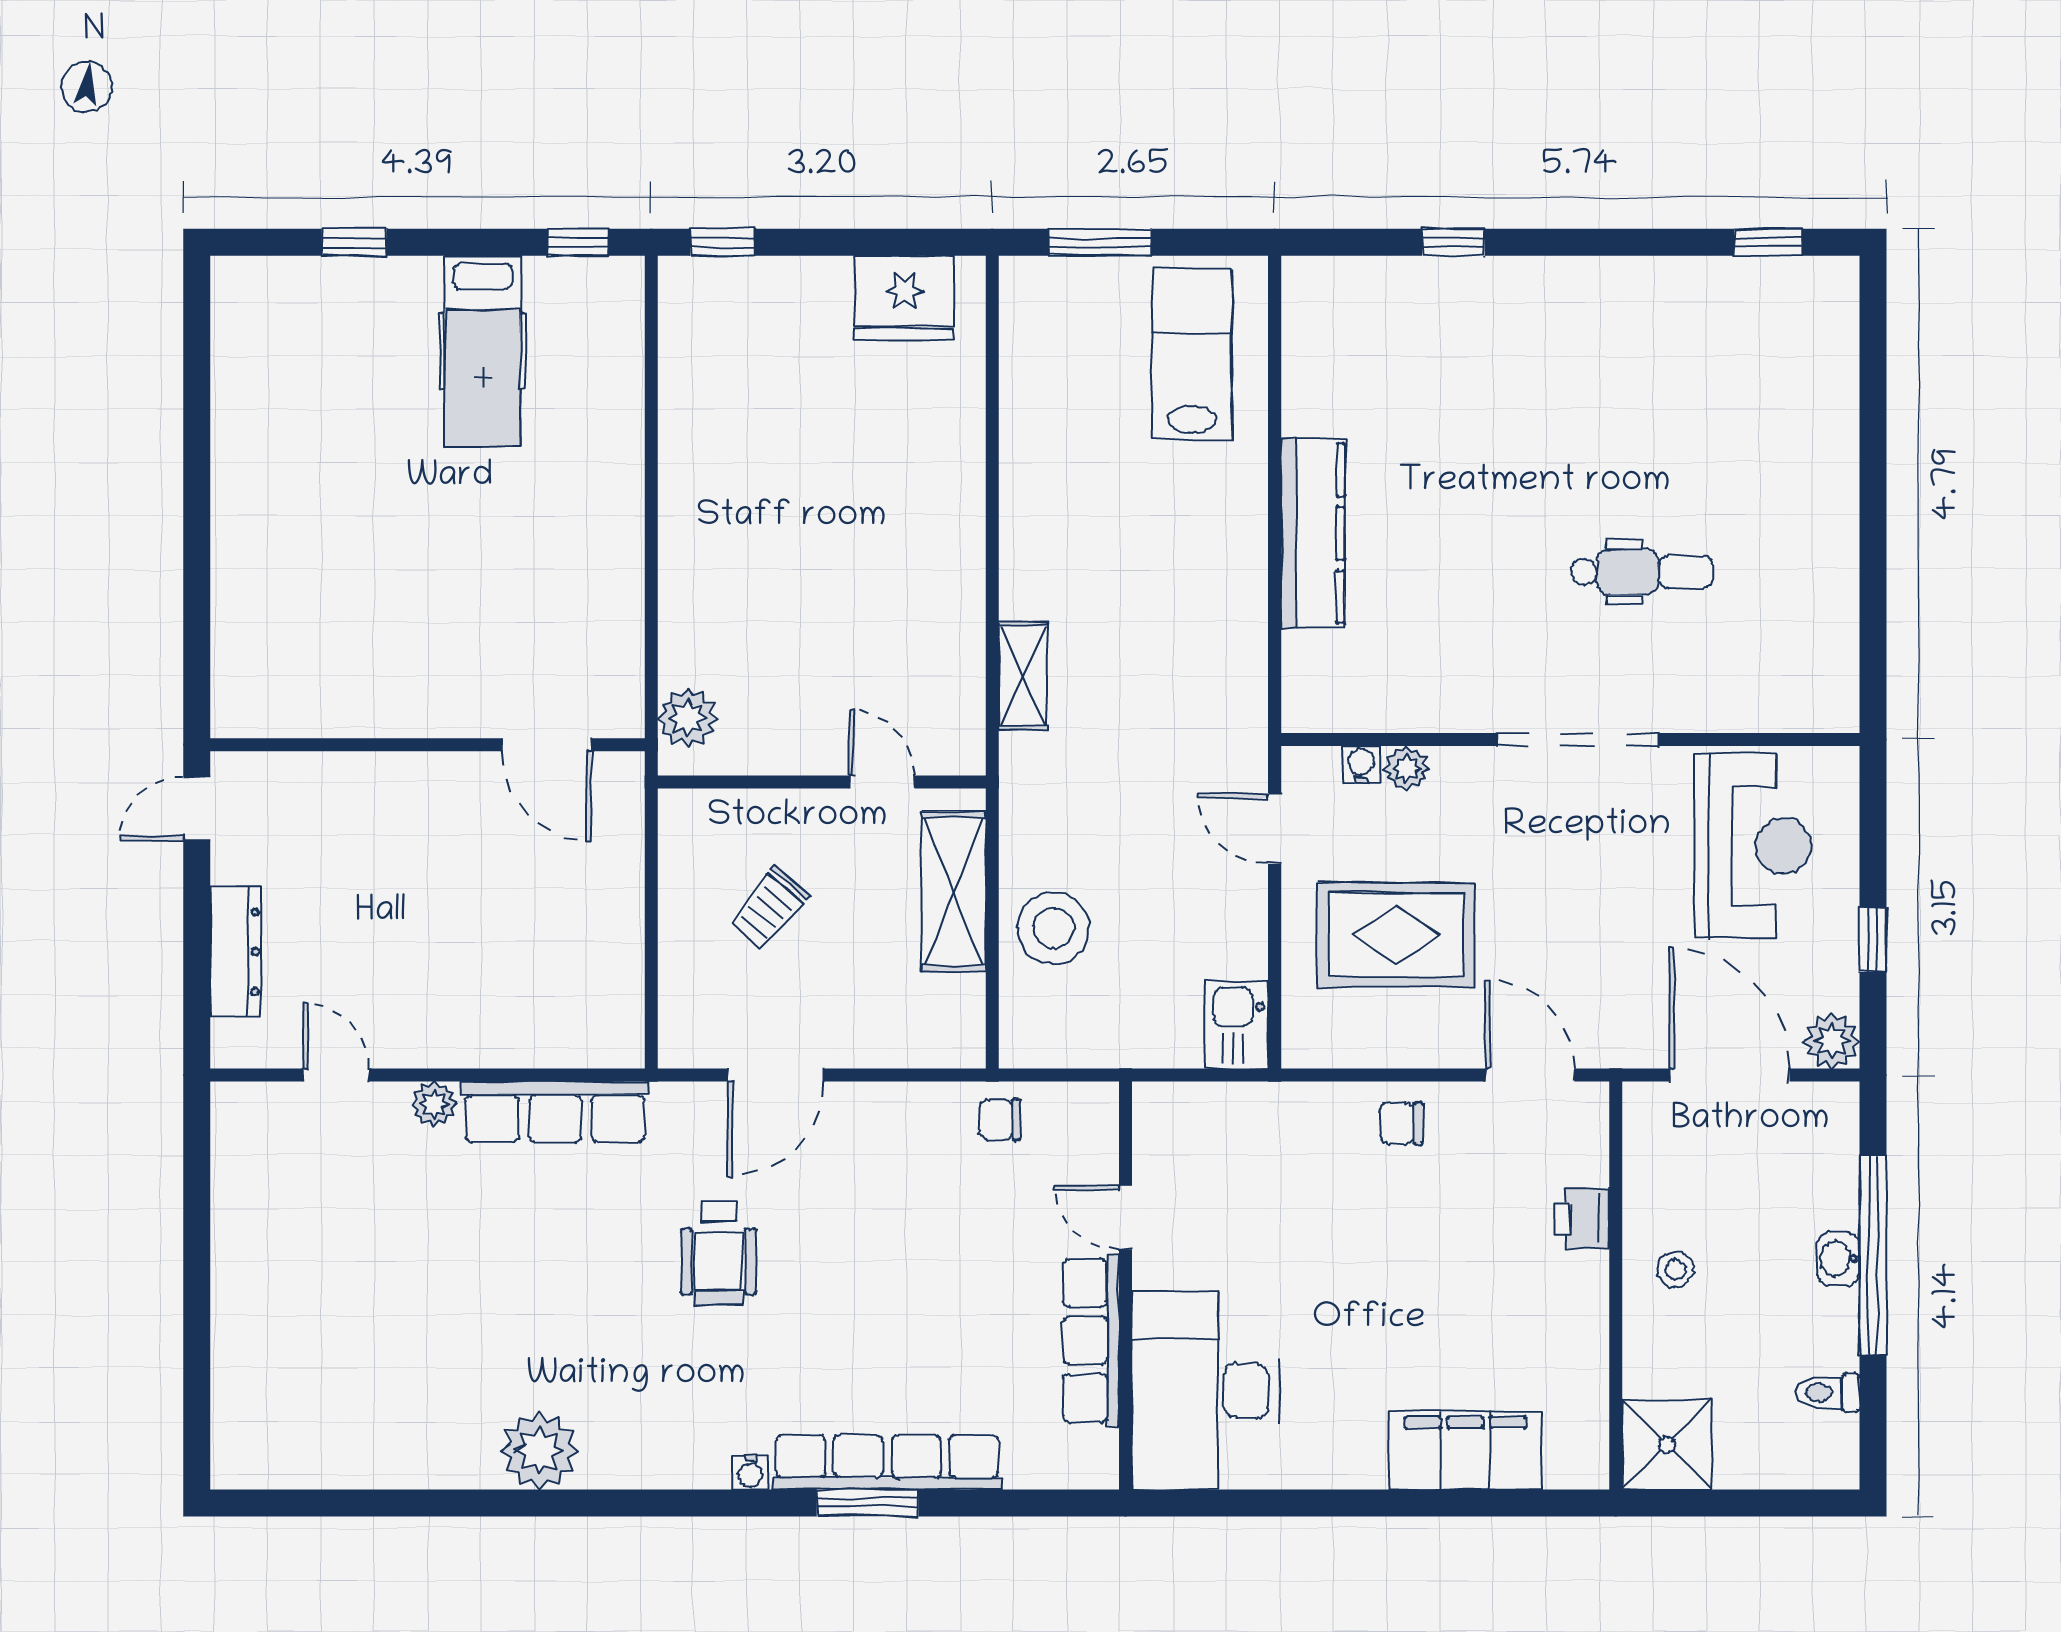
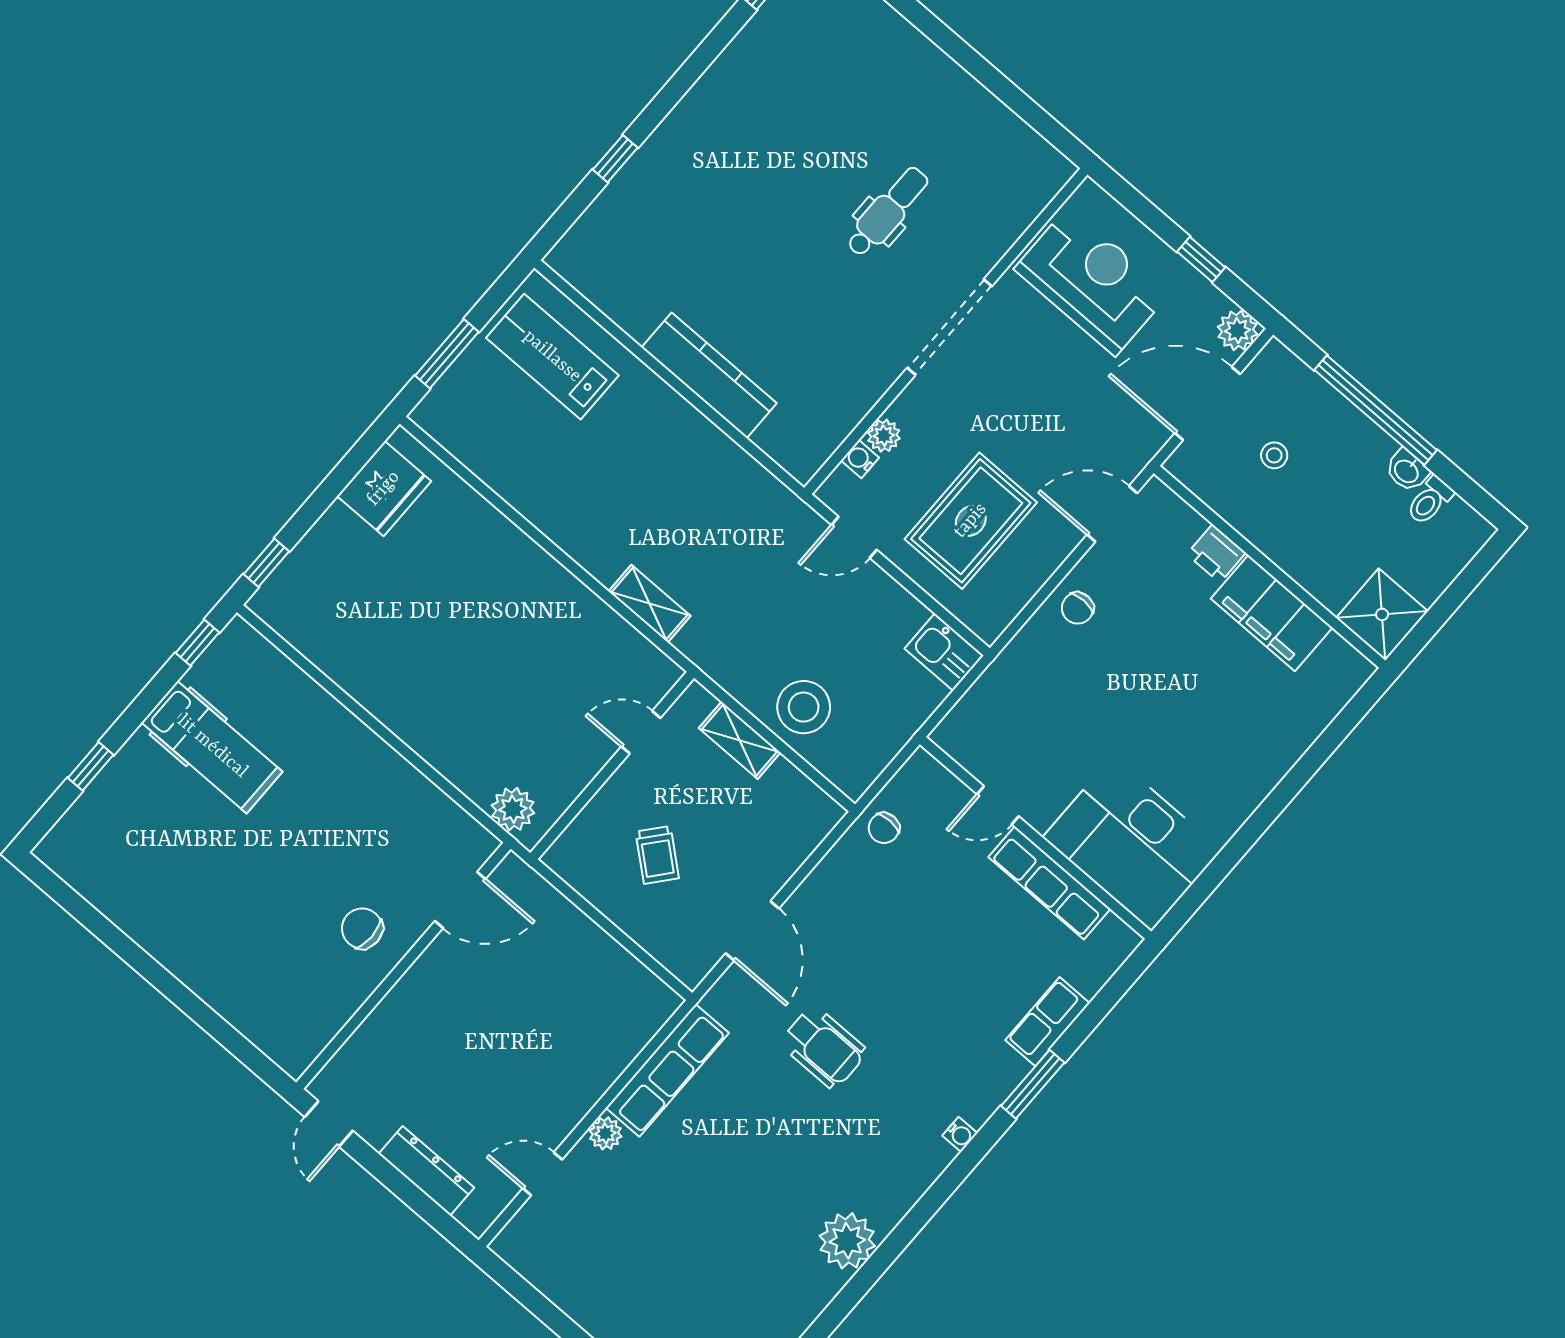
chair: (429, 669) -> (362, 928), added
shelving: (954, 892) -> (740, 740), width x0.67, depth x0.75
washbasin: (1838, 1259) -> (1407, 471), moved
stool: (1675, 1270) -> (1274, 455), moved
filing cabinet: (1466, 1450) -> (1272, 613), moved, turned -90
row of seats: (887, 1462) -> (1047, 1022), width x0.50

